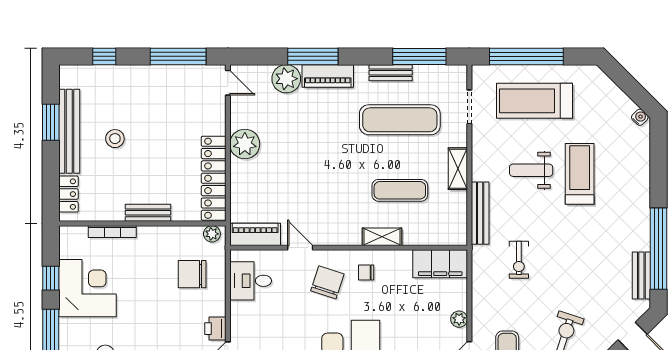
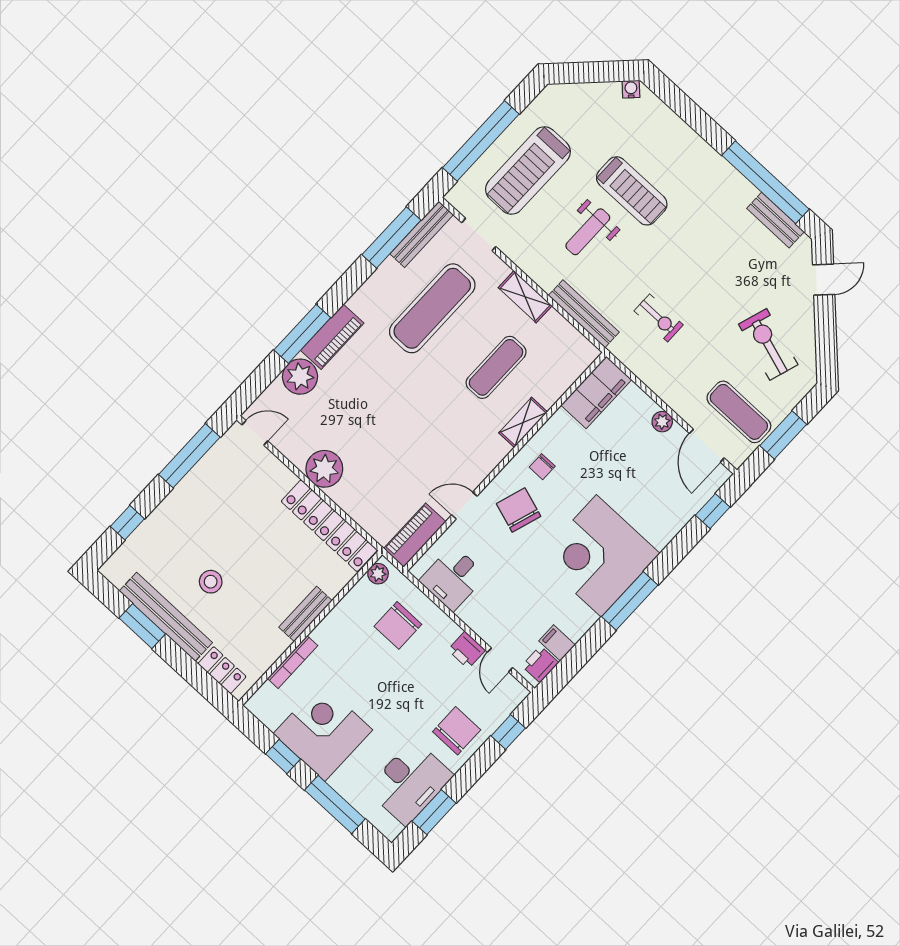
bench: (391, 73) -> (422, 234), moved, width x1.36
treadmill: (580, 174) -> (632, 191), turned 180

